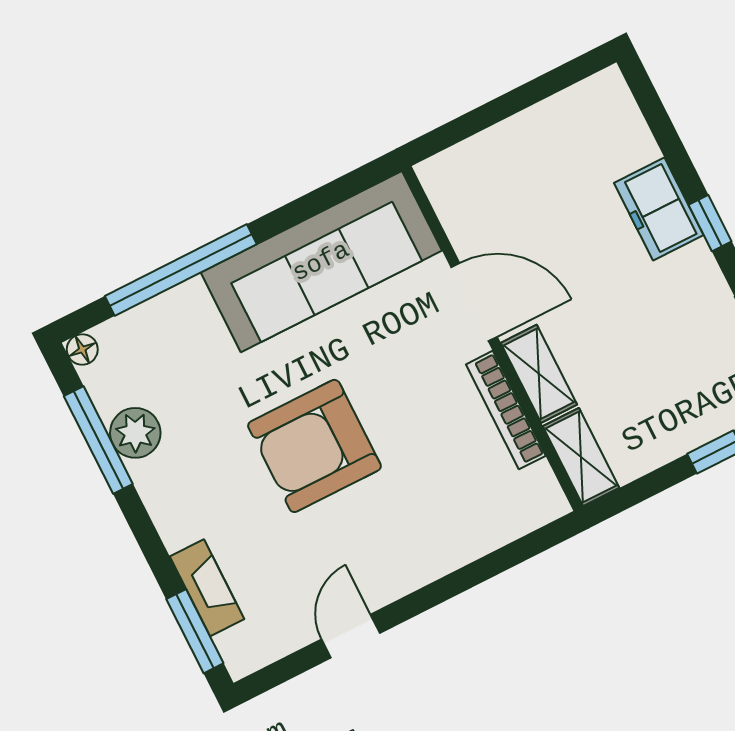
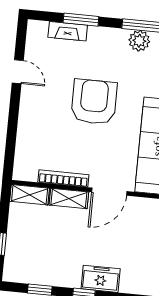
window: (195, 631) -> (81, 20), moved

